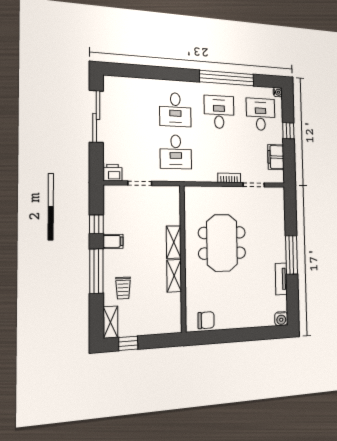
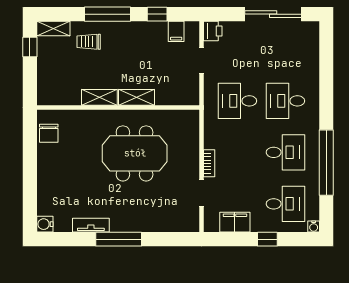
filing cabinet: (113, 241) -> (176, 31), moved

